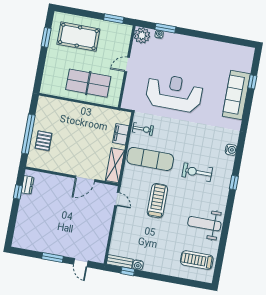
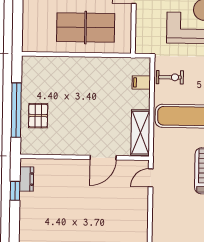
filing cabinet: (121, 134) -> (141, 83), width x0.50
door: (117, 199) -> (151, 178), swing flipped

